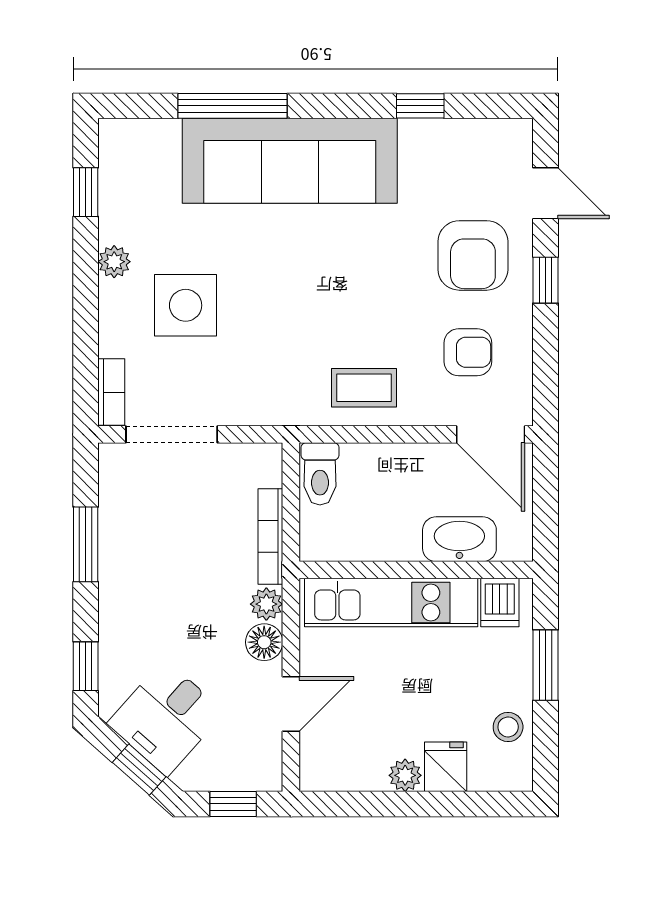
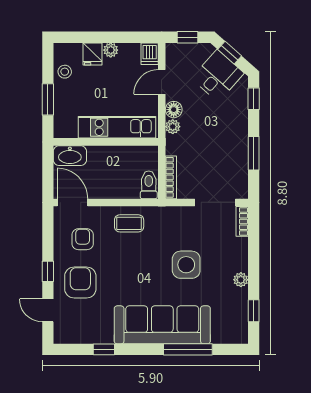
side table: (186, 305) -> (186, 265), moved
armchair: (468, 352) -> (83, 239), turned 90
bookcase: (270, 537) -> (171, 177), moved
washbasin: (459, 539) -> (70, 156), moved
dishwasher: (500, 603) -> (150, 54), moved, turned 180

